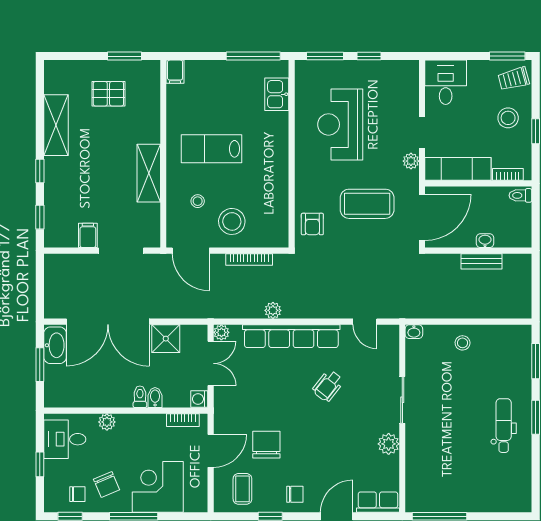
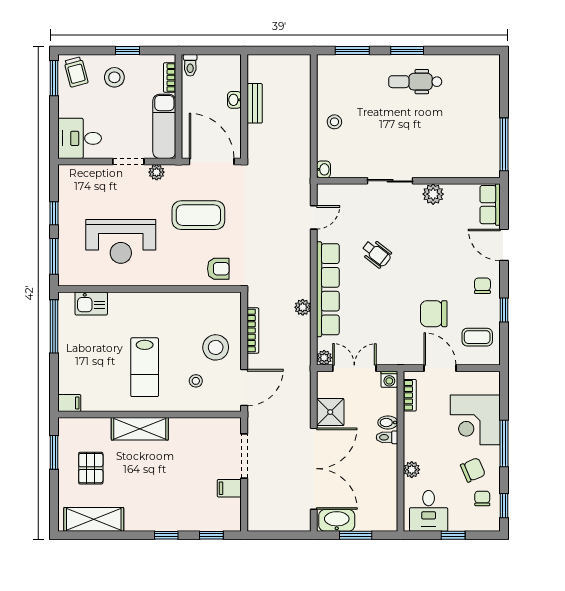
shelving: (56, 125) -> (94, 519), moved
shelving: (149, 173) -> (140, 429), moved
coffee table: (367, 204) -> (198, 215), turned 90

